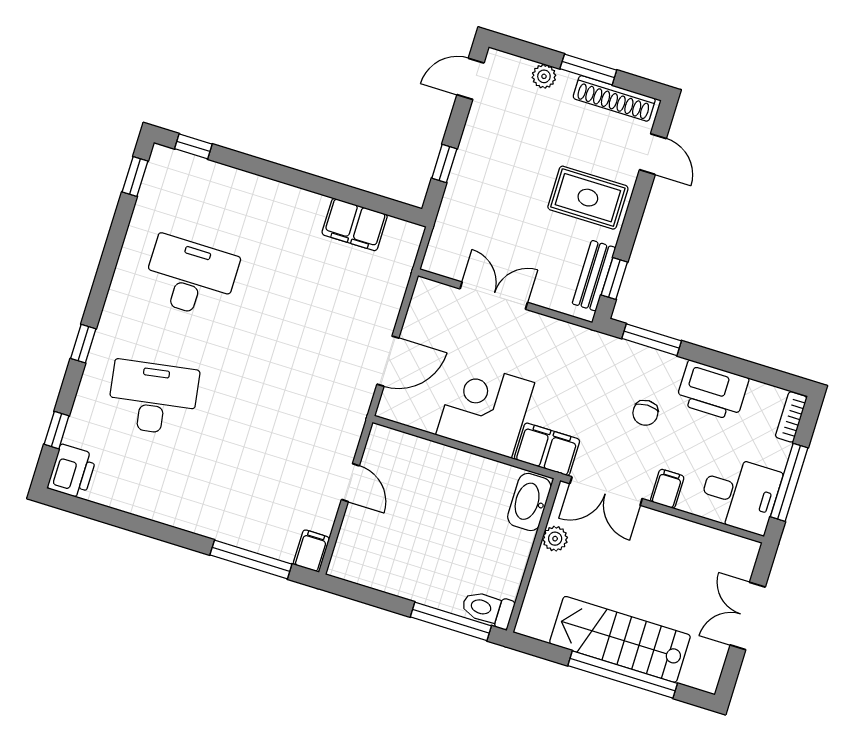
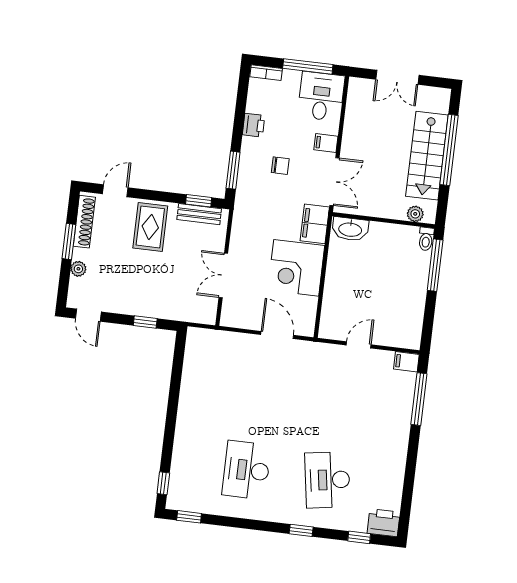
filing cabinet: (355, 225) -> (194, 372), removed
printer: (712, 391) -> (254, 125), width x0.53, depth x0.68
plant: (555, 539) -> (415, 214), moved
toilet: (488, 609) -> (426, 239), width x0.73, depth x0.72

